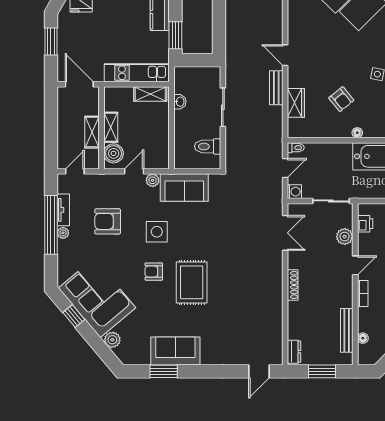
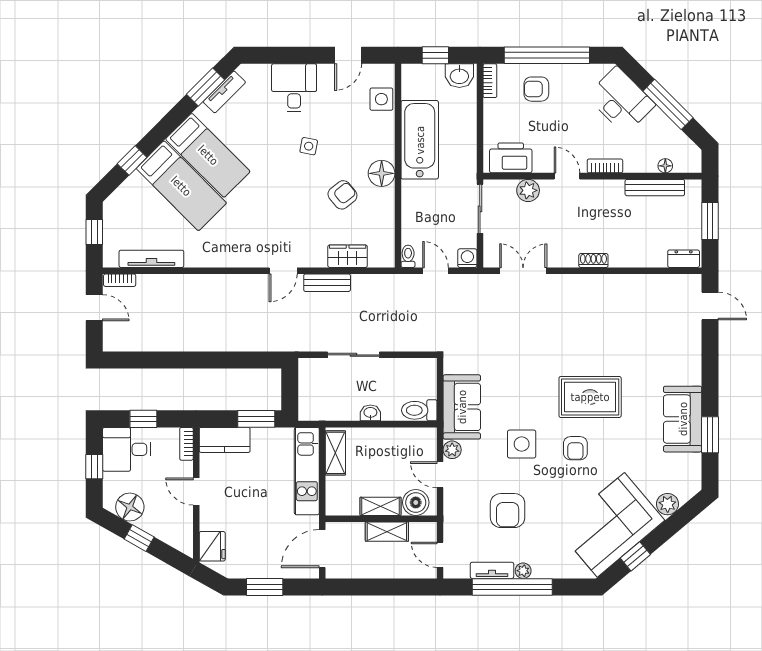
washbasin: (180, 102) -> (370, 413), moved
floor lamp: (357, 133) -> (382, 173), width x1.89, depth x1.89
toilet: (208, 146) -> (419, 410), moved, turned 90
printer: (365, 224) -> (511, 158), width x1.87, depth x1.48
shoe rack: (293, 285) -> (593, 261), width x0.70

